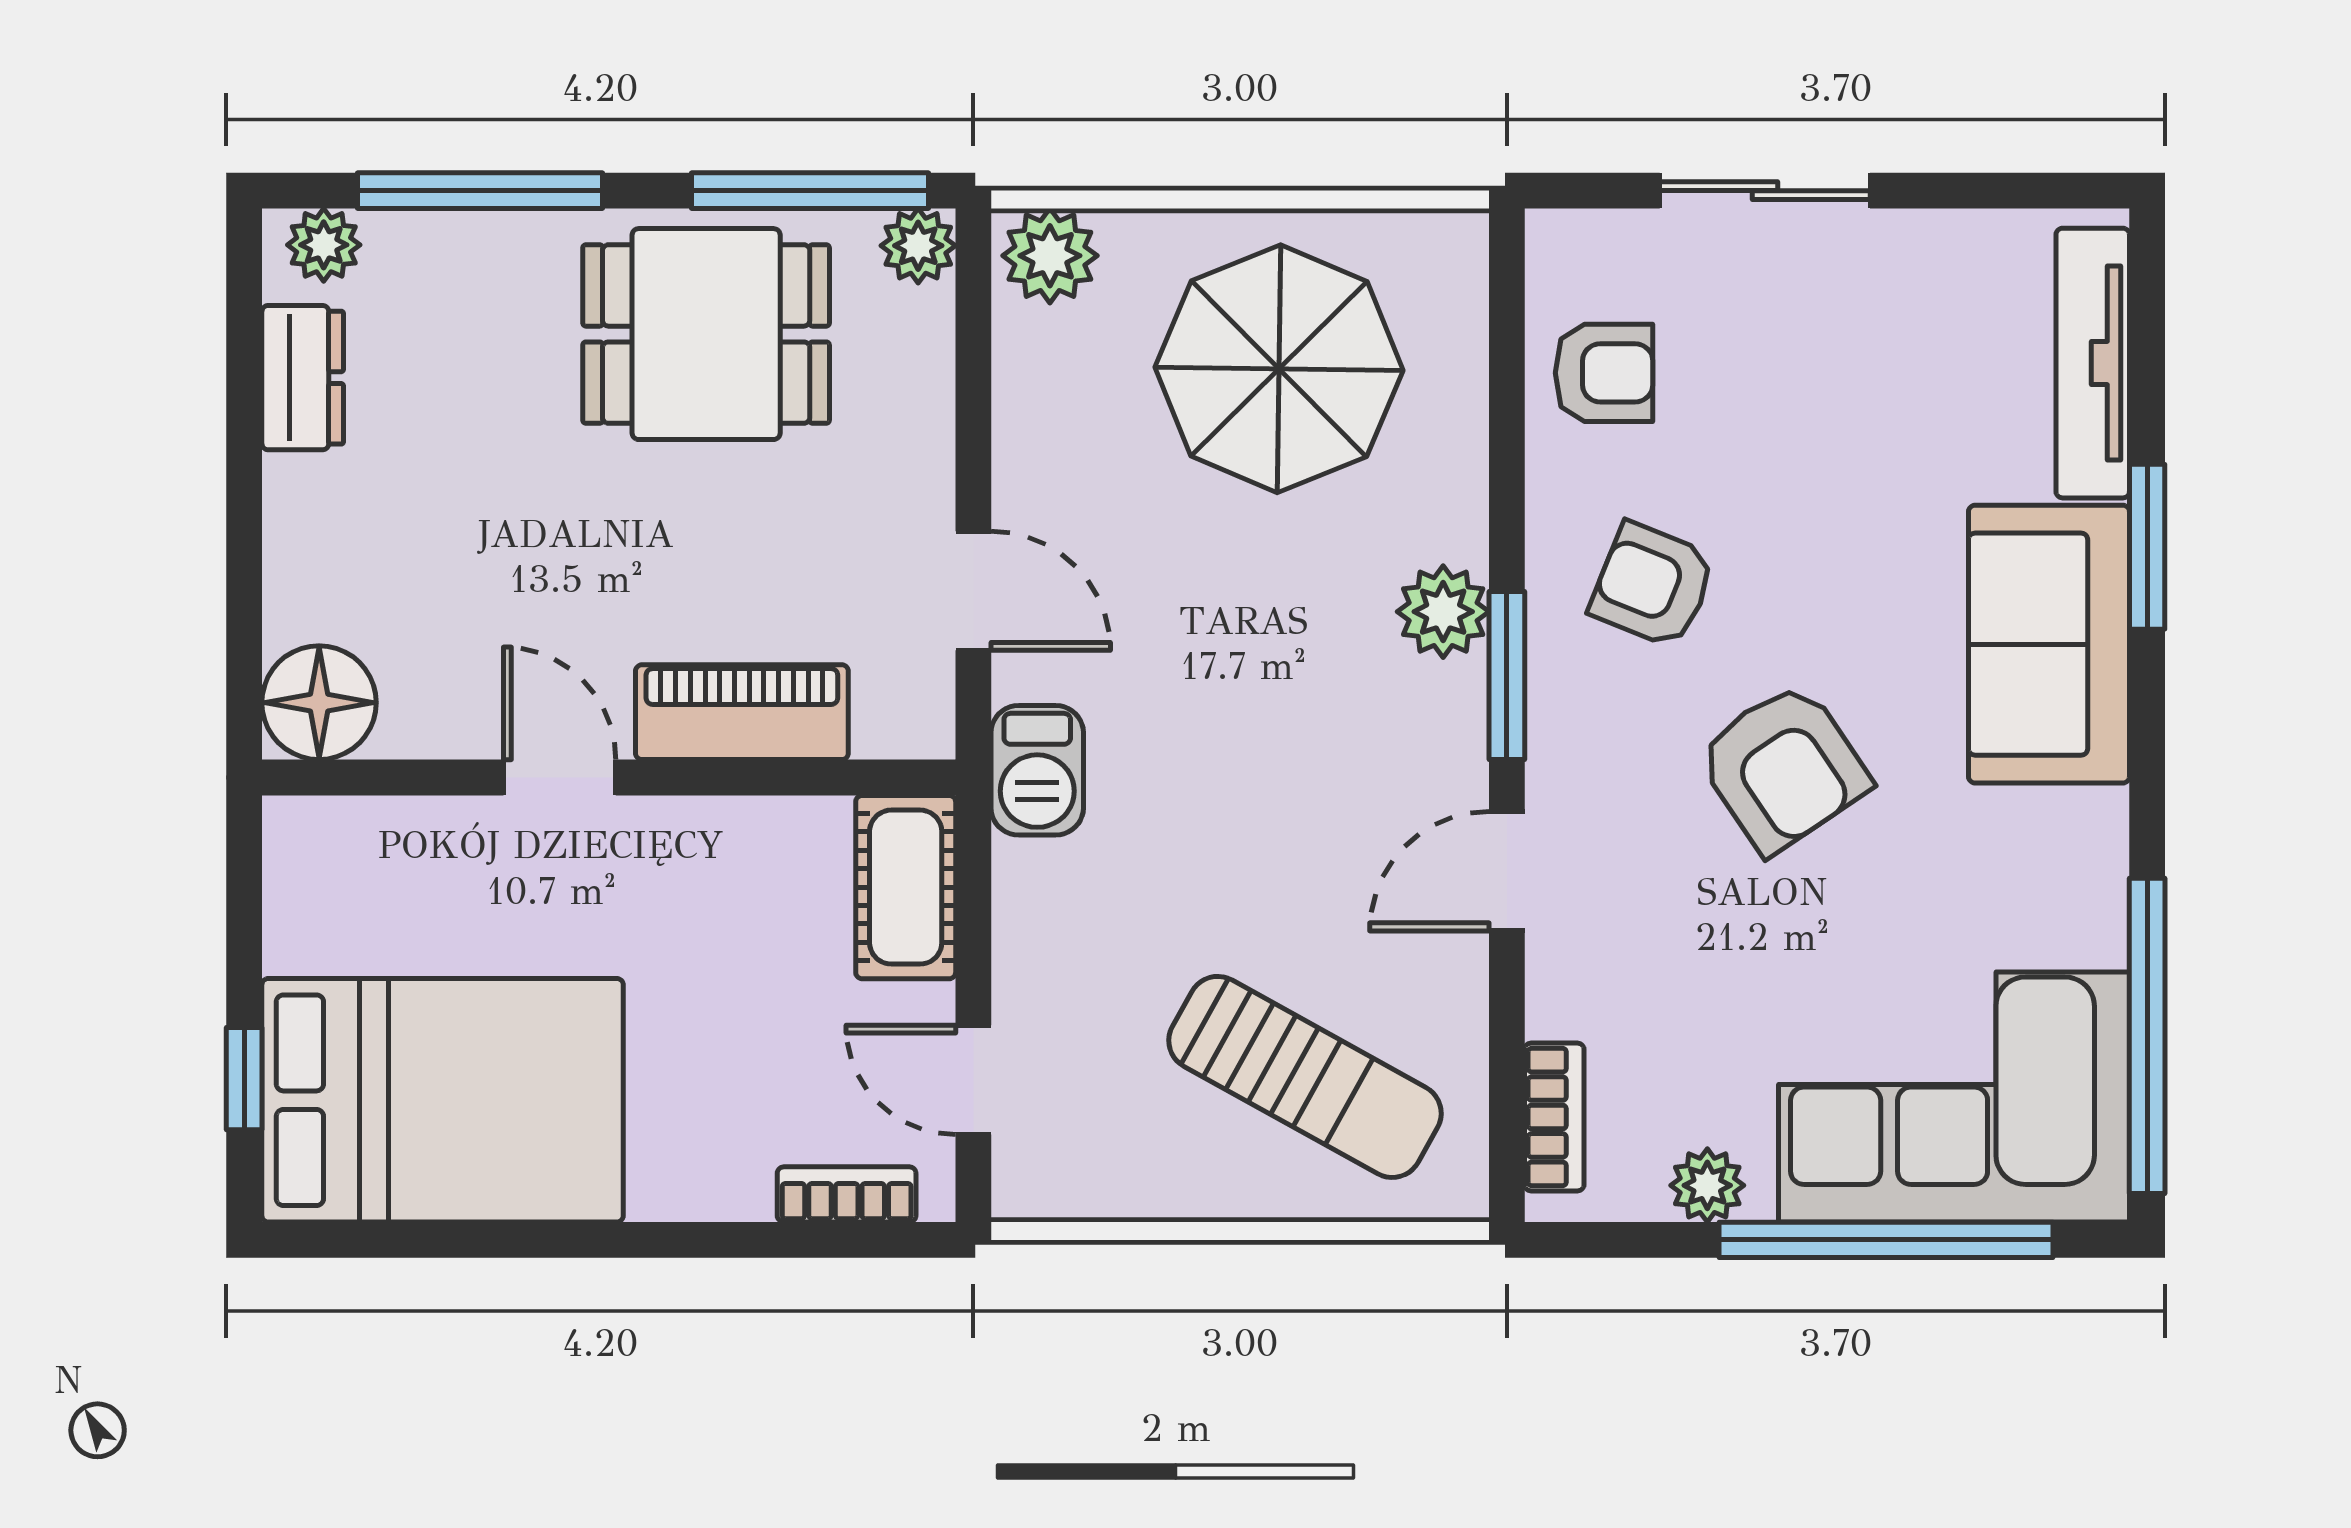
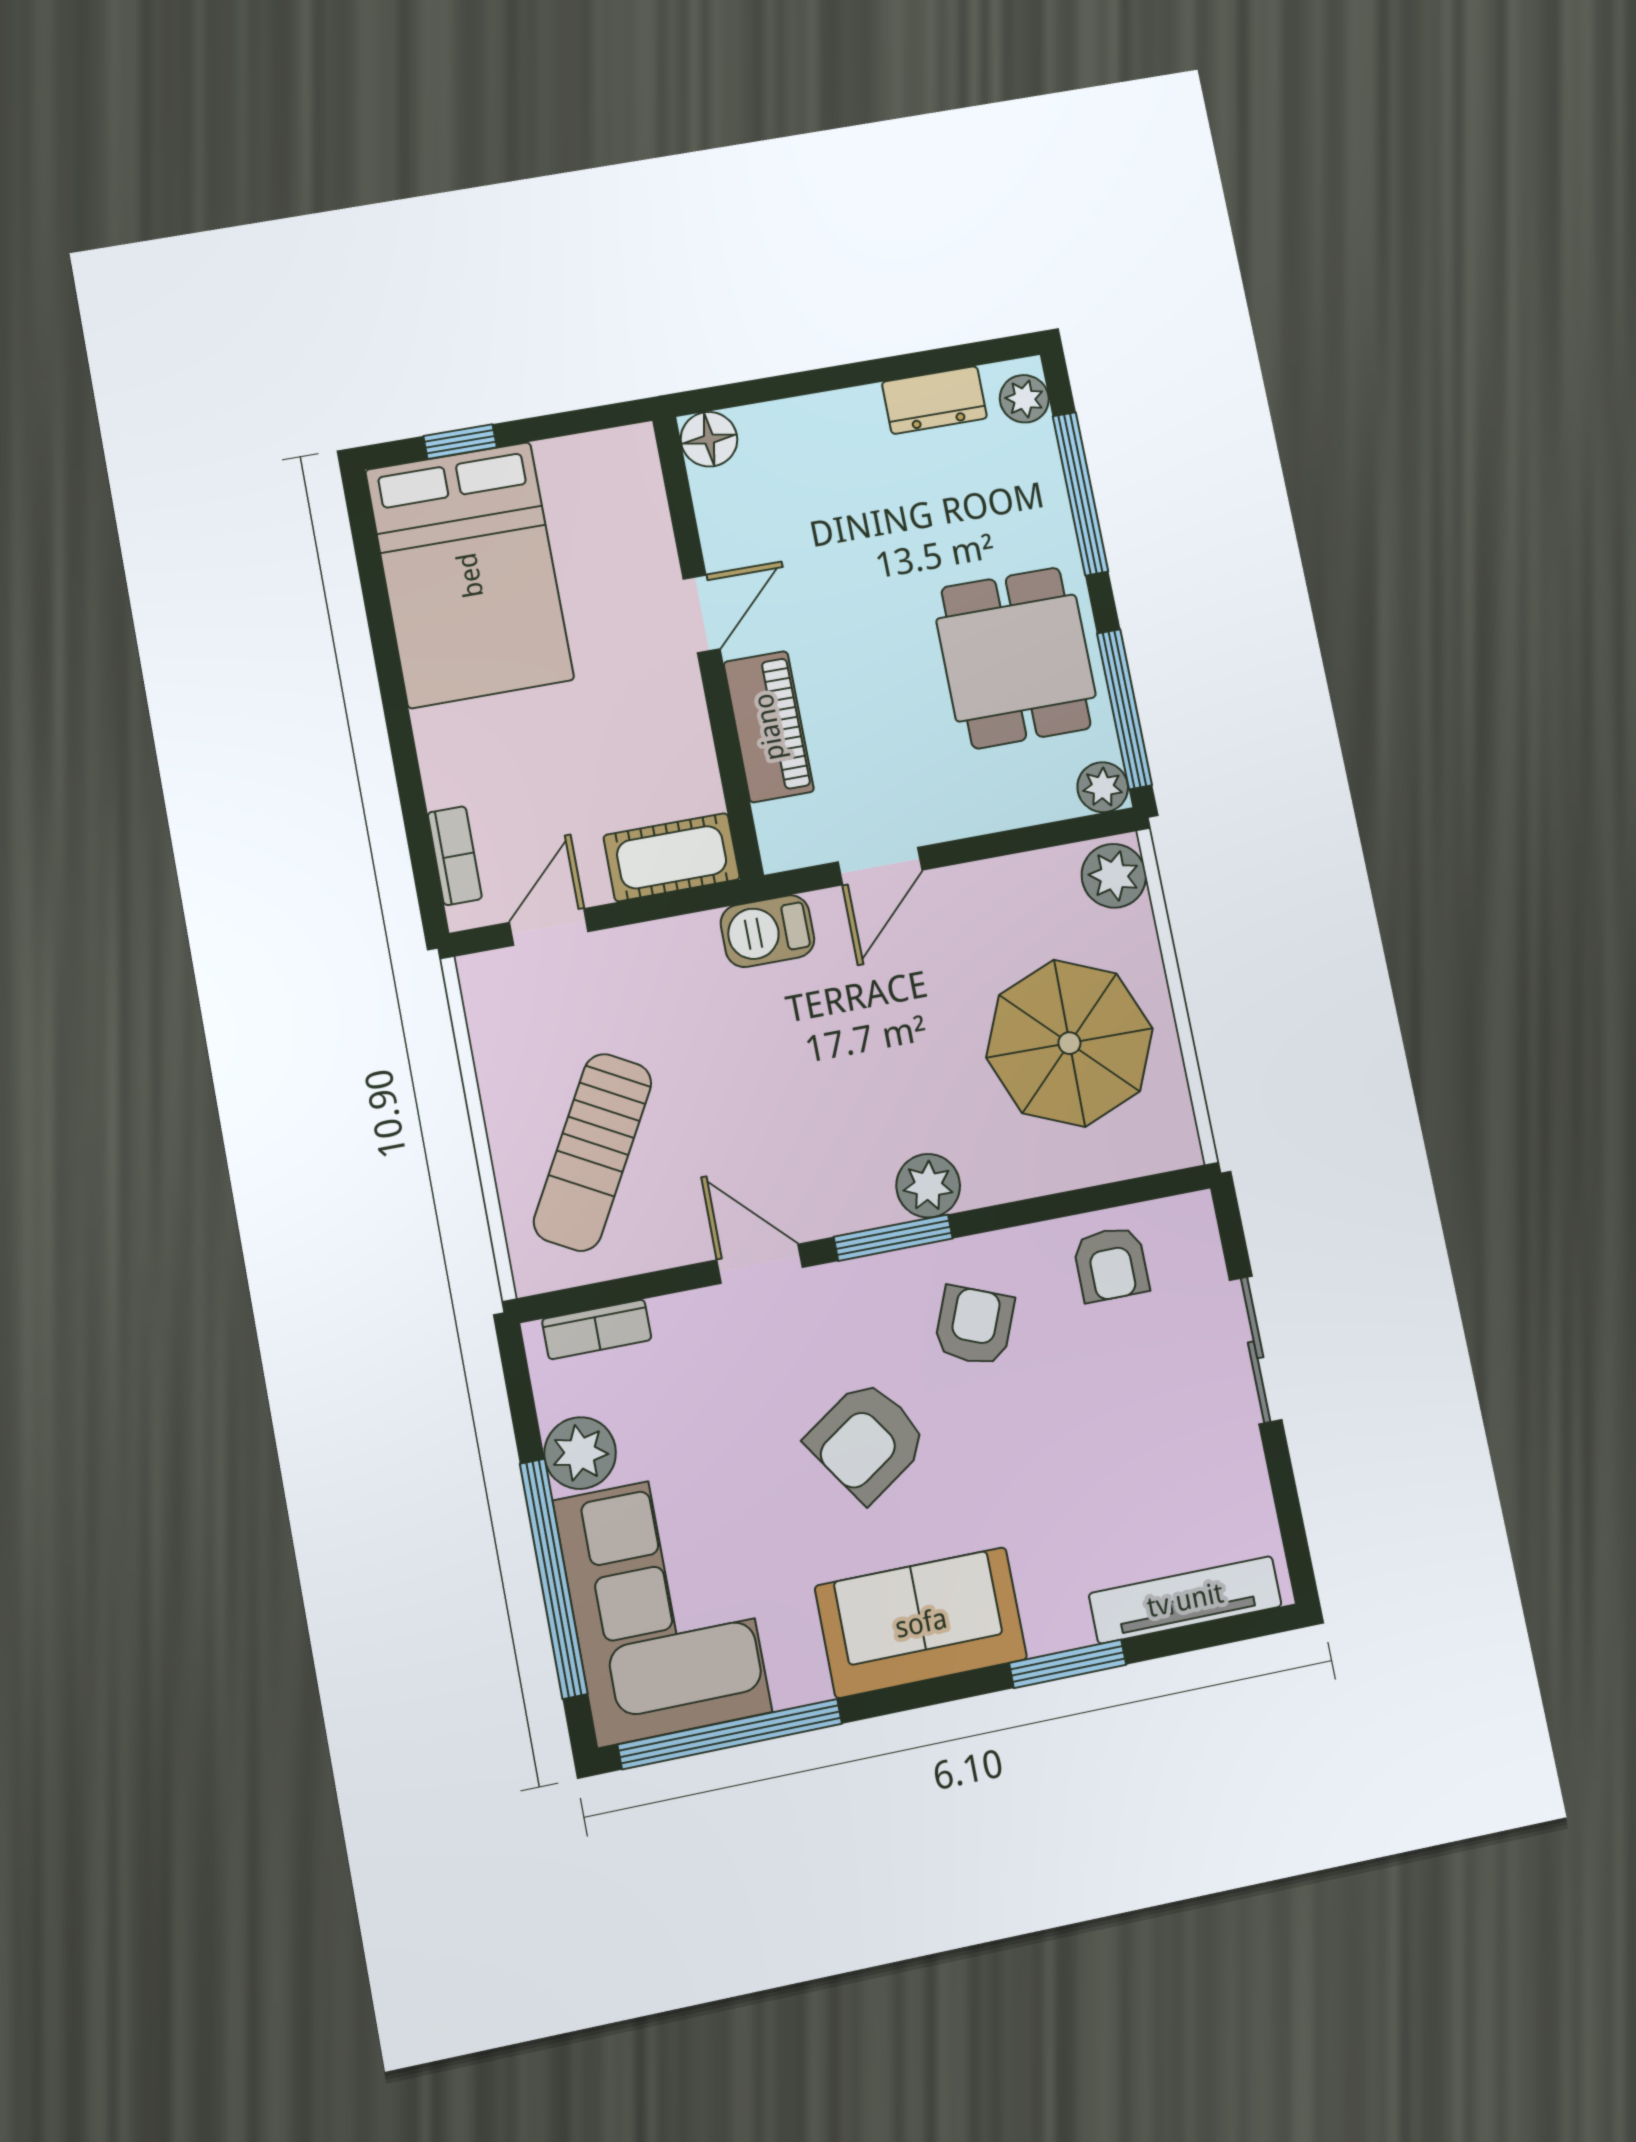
sofa: (2049, 644) -> (921, 1623), moved
floor lamp: (319, 703) -> (709, 439), width x0.73, depth x0.73
plant: (1707, 1185) -> (580, 1453), width x1.38, depth x1.38

